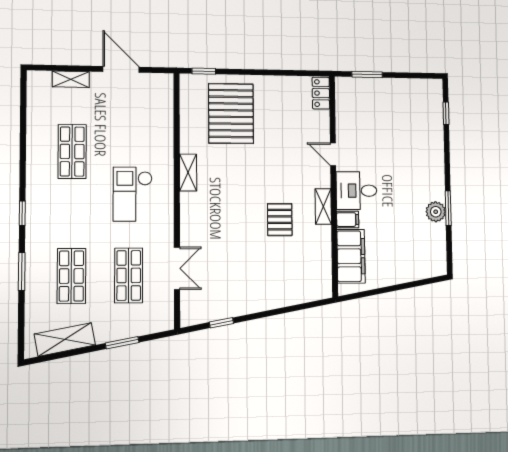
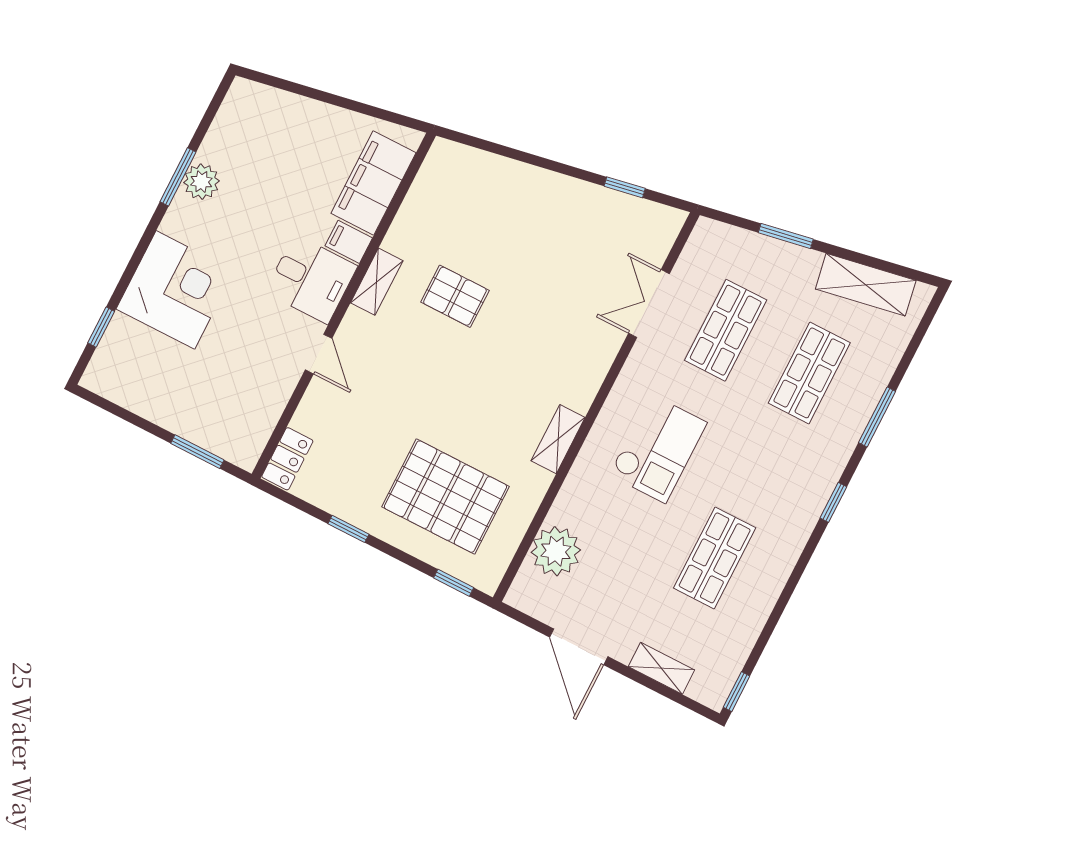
window: (272, 72) -> (348, 529), added
window: (24, 86) -> (737, 692), added
plant: (159, 113) -> (556, 551), added
pallet: (231, 114) -> (446, 497), turned 90
corner desk: (420, 150) -> (175, 290), added
pallet: (280, 220) -> (455, 296), turned 90

